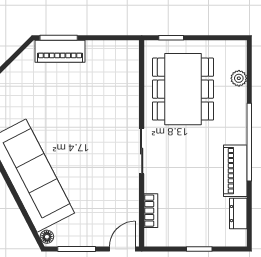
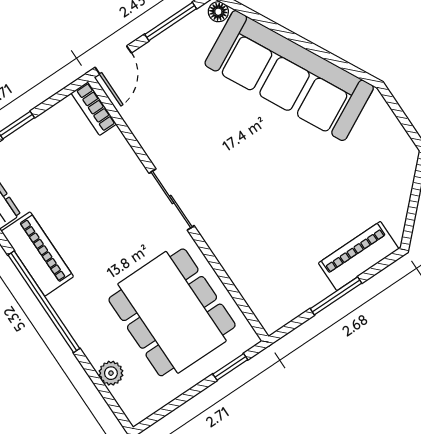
window: (59, 38) -> (336, 296), moved
bookcase: (151, 211) -> (94, 109), moved

